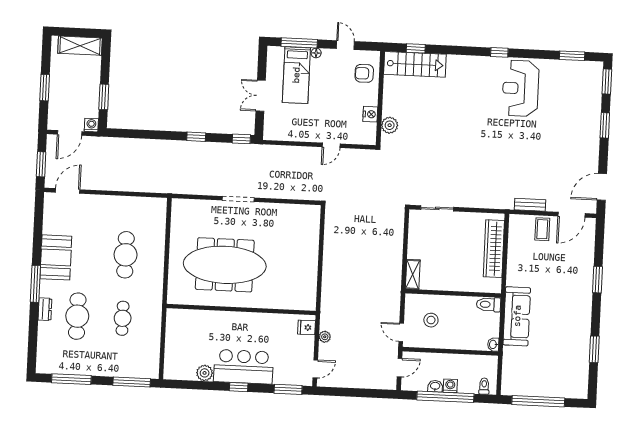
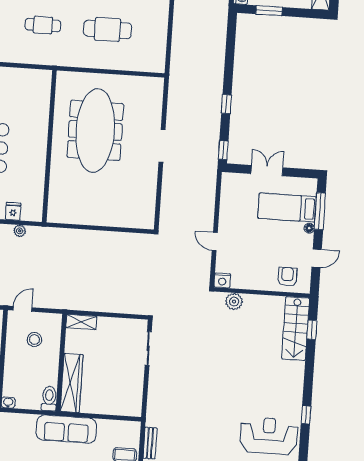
nightstand: (370, 114) -> (222, 280), moved
wardrobe: (494, 249) -> (72, 383), moved, turned 90
sofa: (517, 316) -> (66, 429), moved
fridge: (307, 327) -> (13, 211), moved

